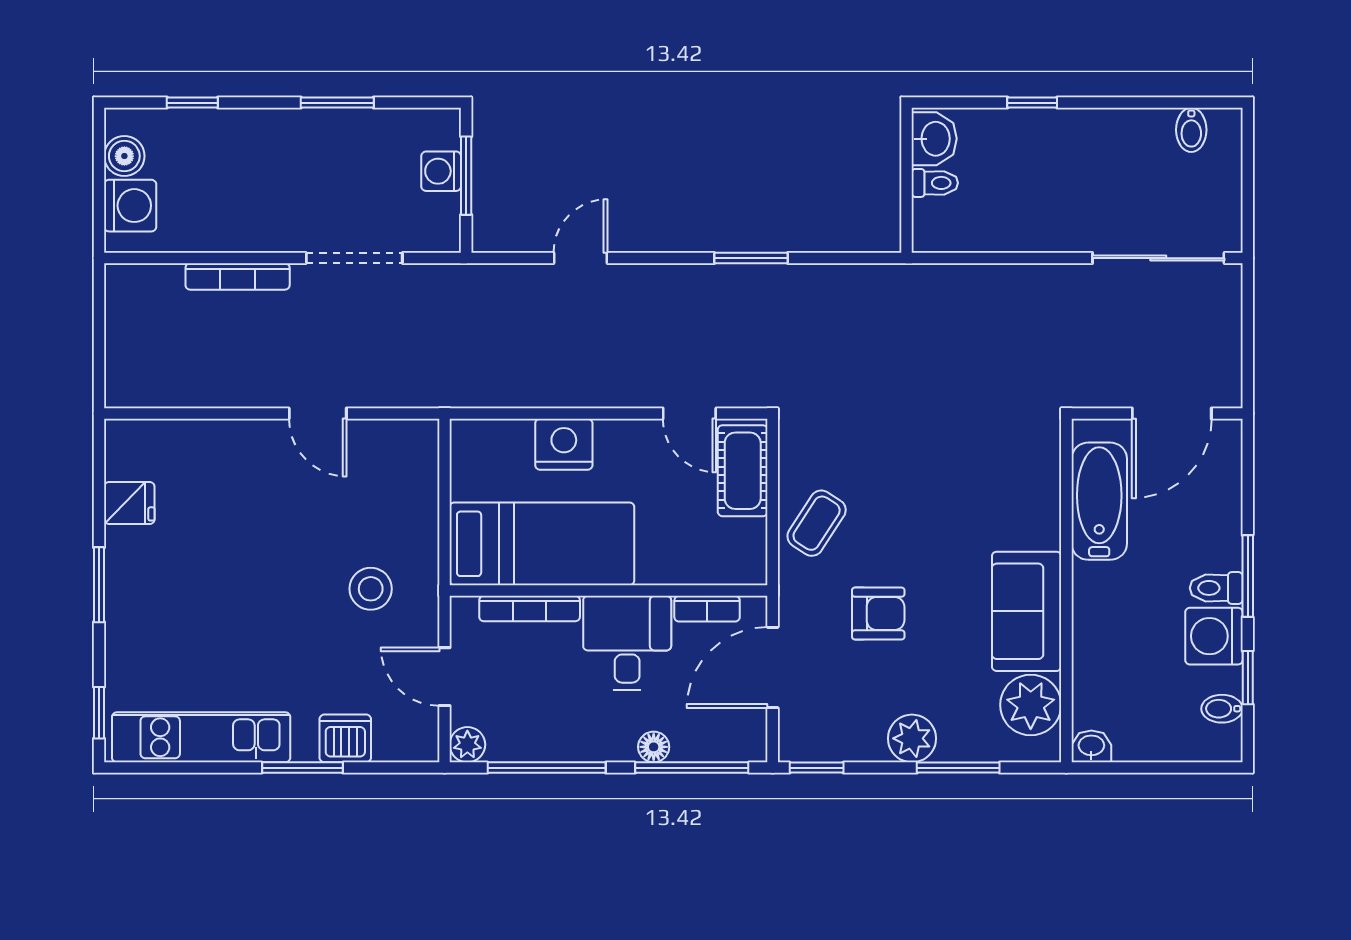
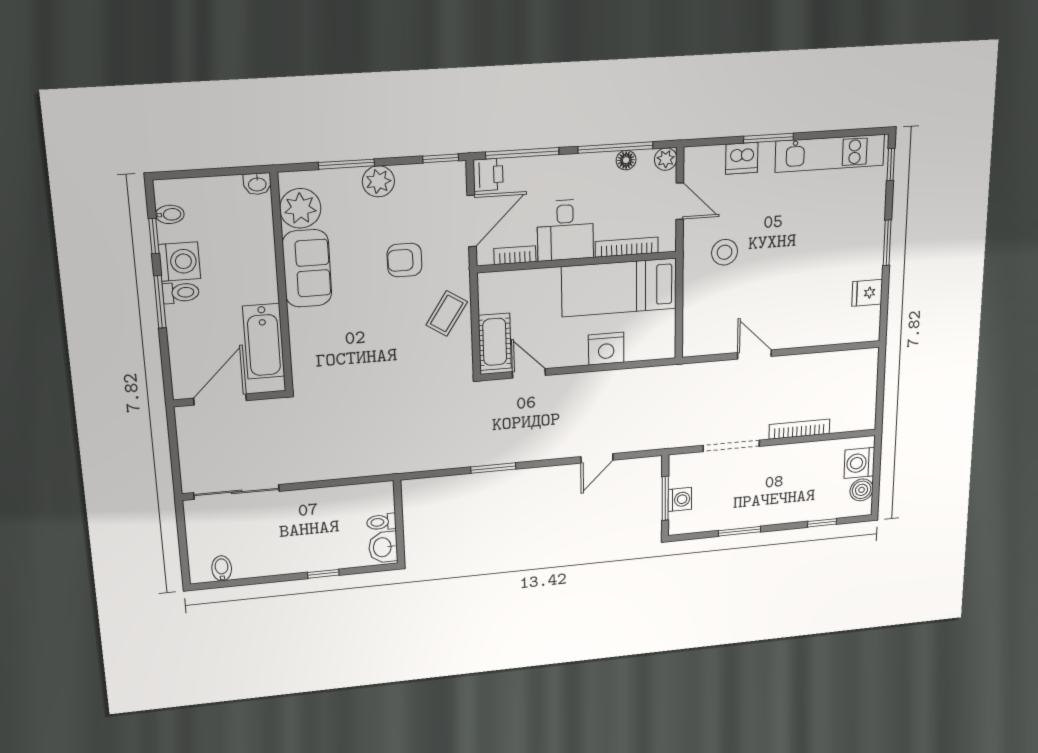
printer: (745, 738) -> (488, 175), added
floor lamp: (654, 747) -> (626, 160), moved

